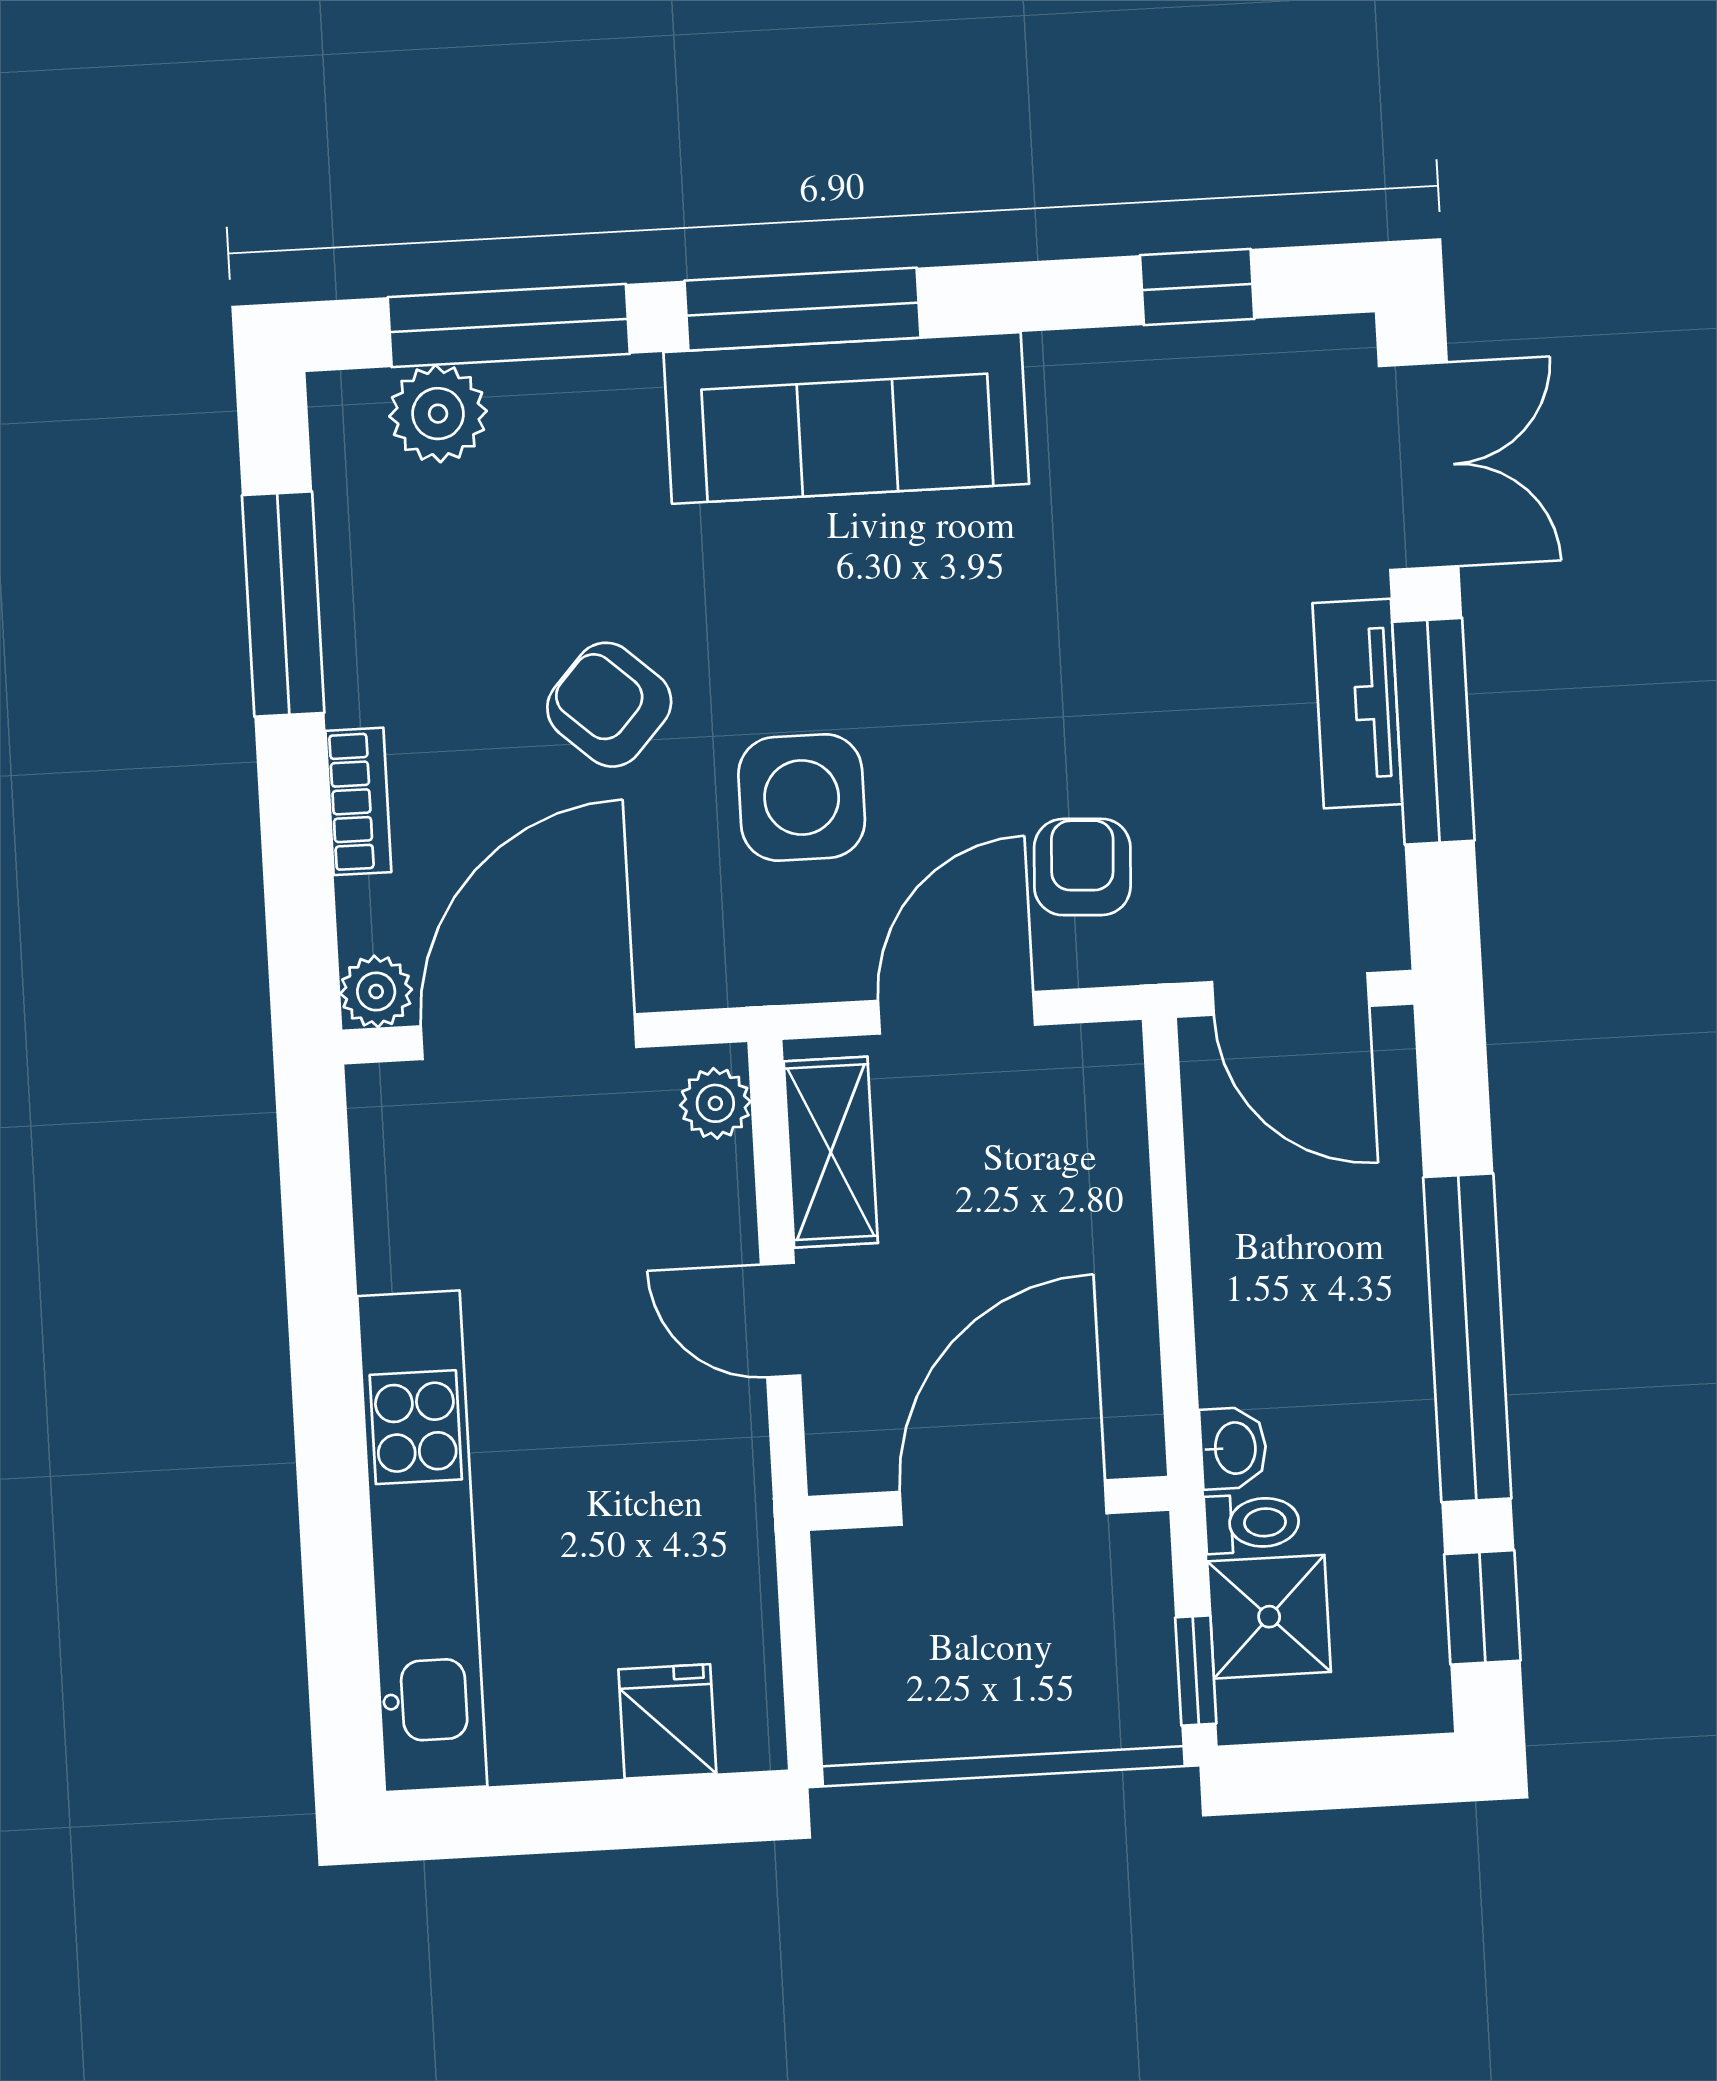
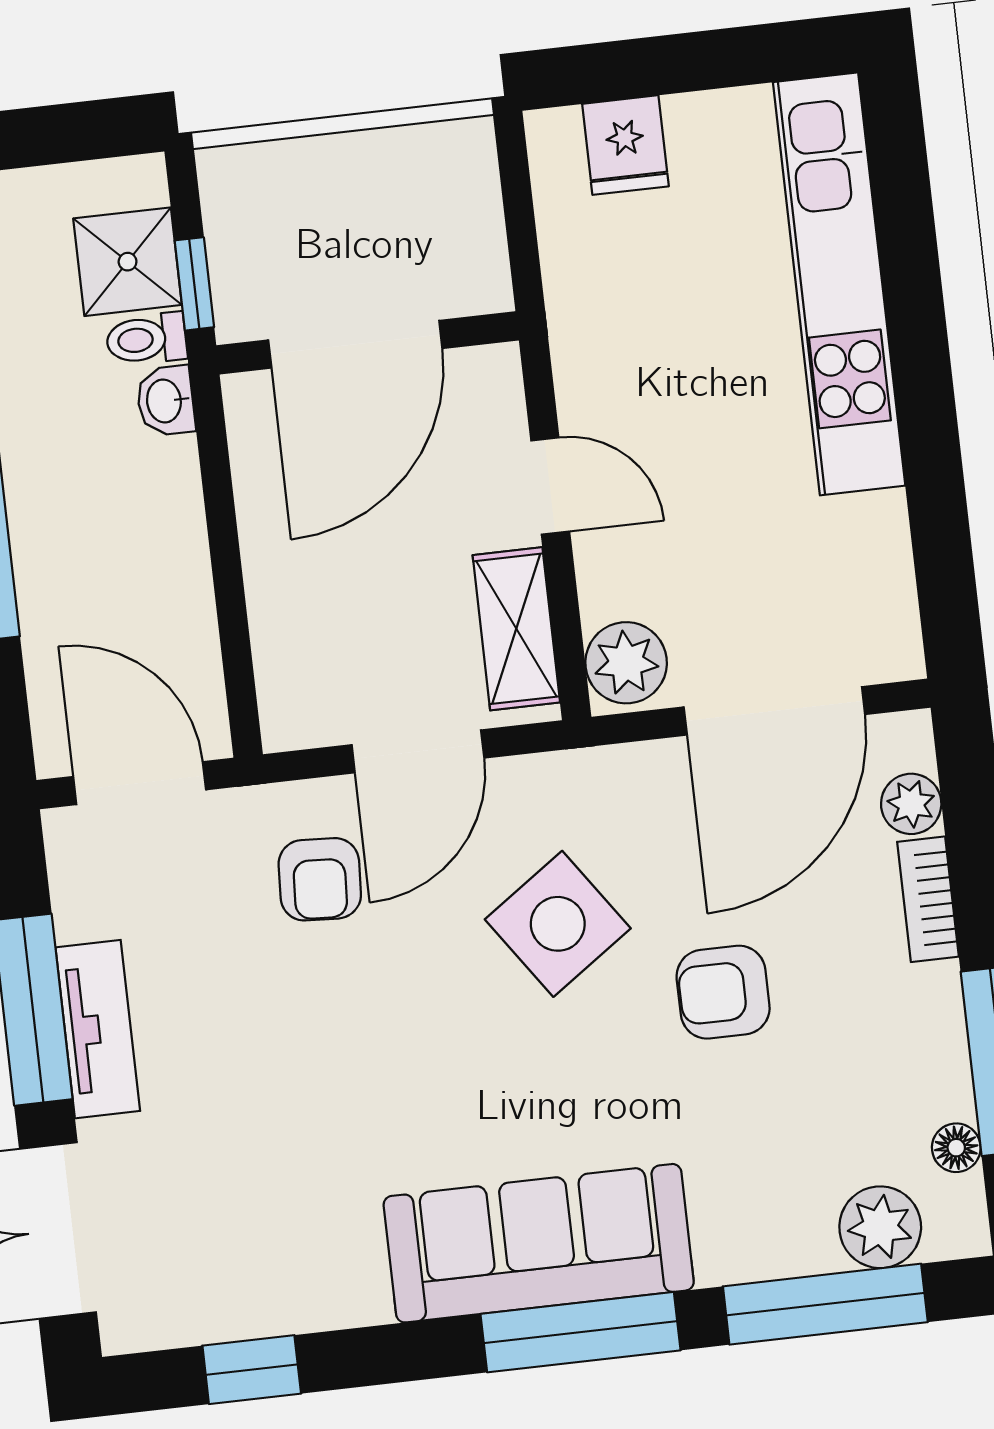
floor lamp: (342, 503) -> (956, 1148), added
armchair: (609, 705) -> (723, 992), turned 138
side table: (802, 797) -> (558, 924), turned -35
plant: (376, 991) -> (911, 804), moved
plant: (715, 1103) -> (626, 663), width x1.38, depth x1.38
window: (1196, 1671) -> (194, 284), moved

